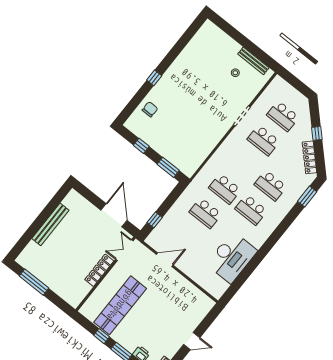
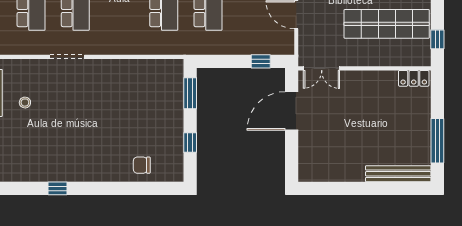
window: (154, 78) -> (57, 188), moved
bench: (50, 224) -> (398, 174), moved
locker: (99, 270) -> (414, 78), moved, width x0.66
window: (102, 336) -> (437, 39), moved

